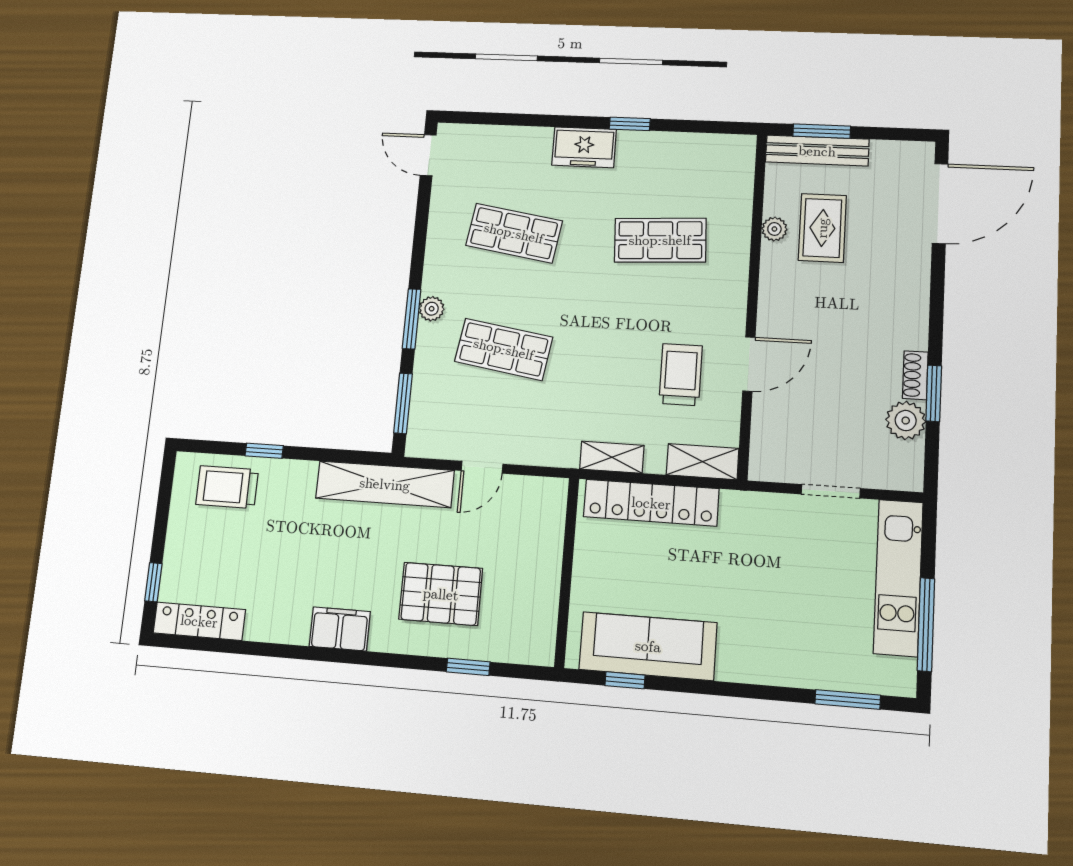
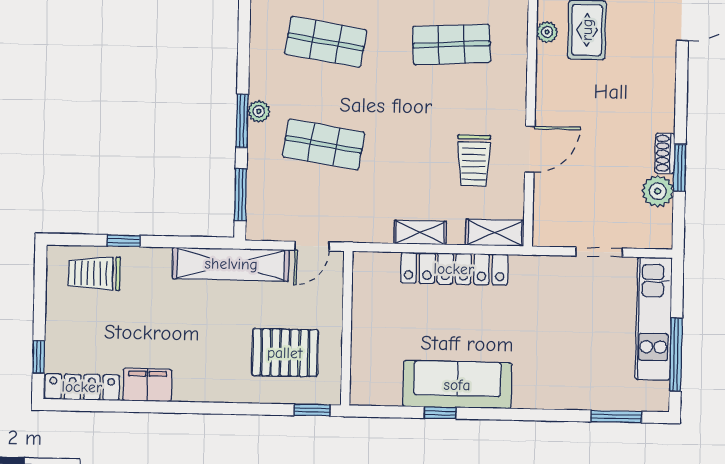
trolley: (681, 375) -> (474, 160), turned 180
wall: (567, 572) -> (347, 328), moved
filing cabinet: (340, 629) -> (147, 385), moved

